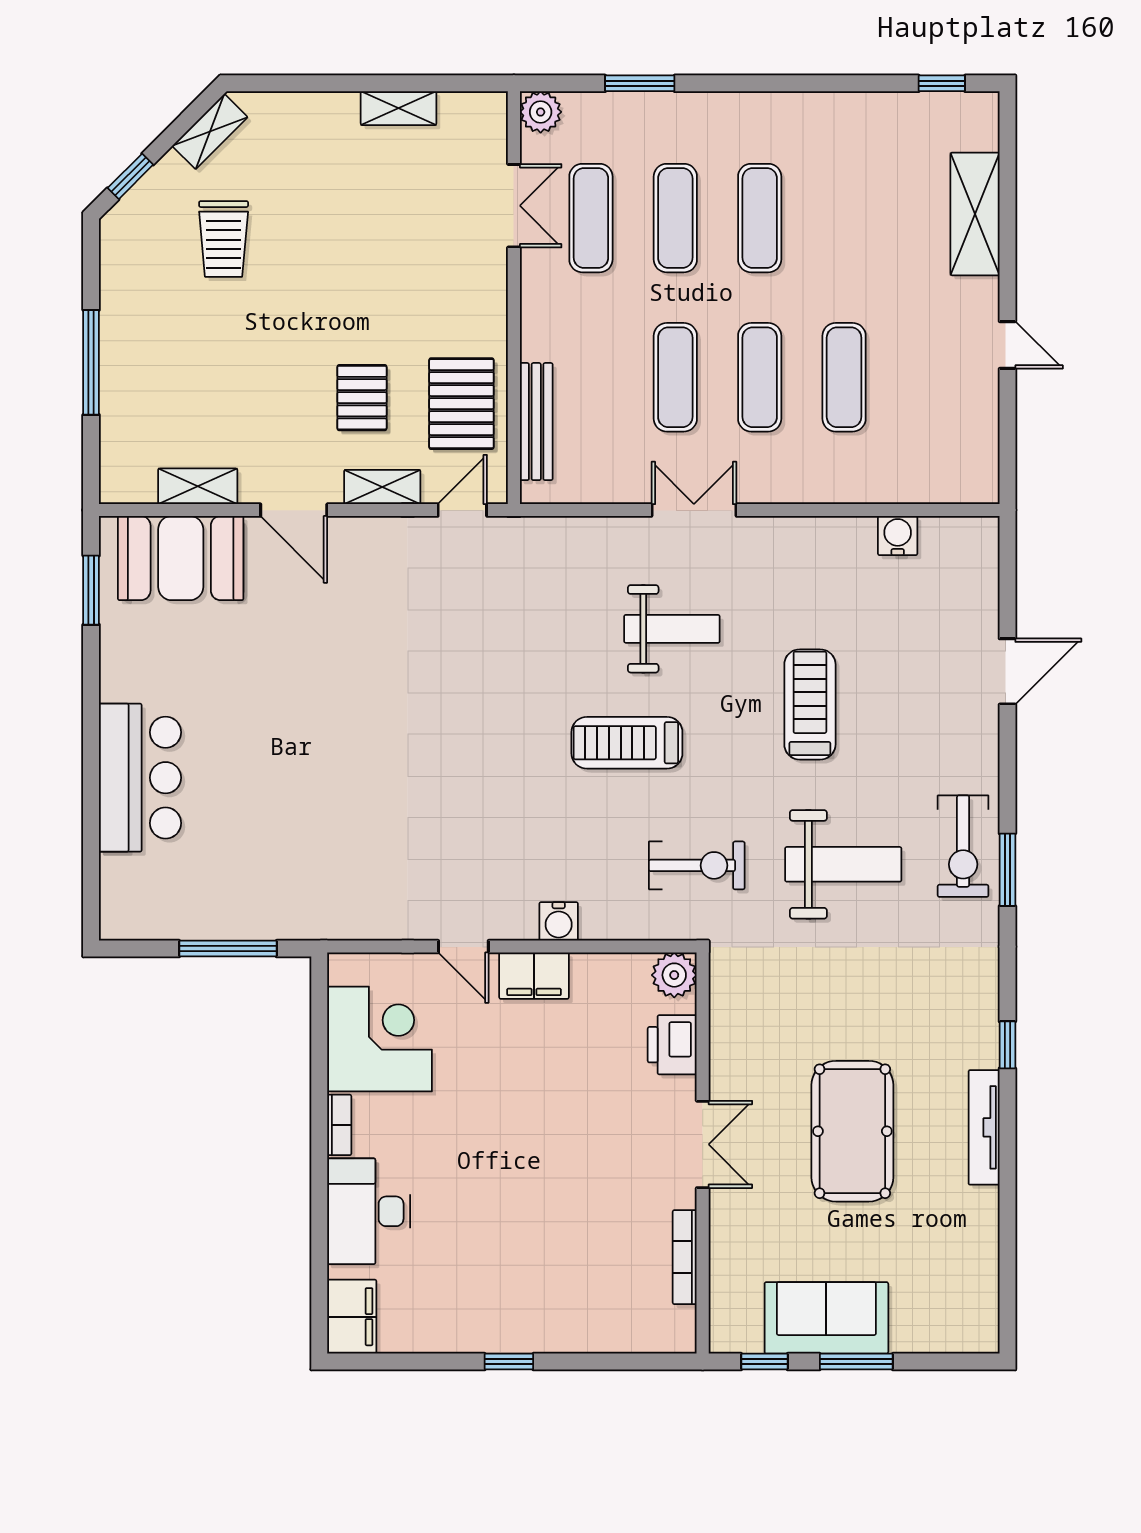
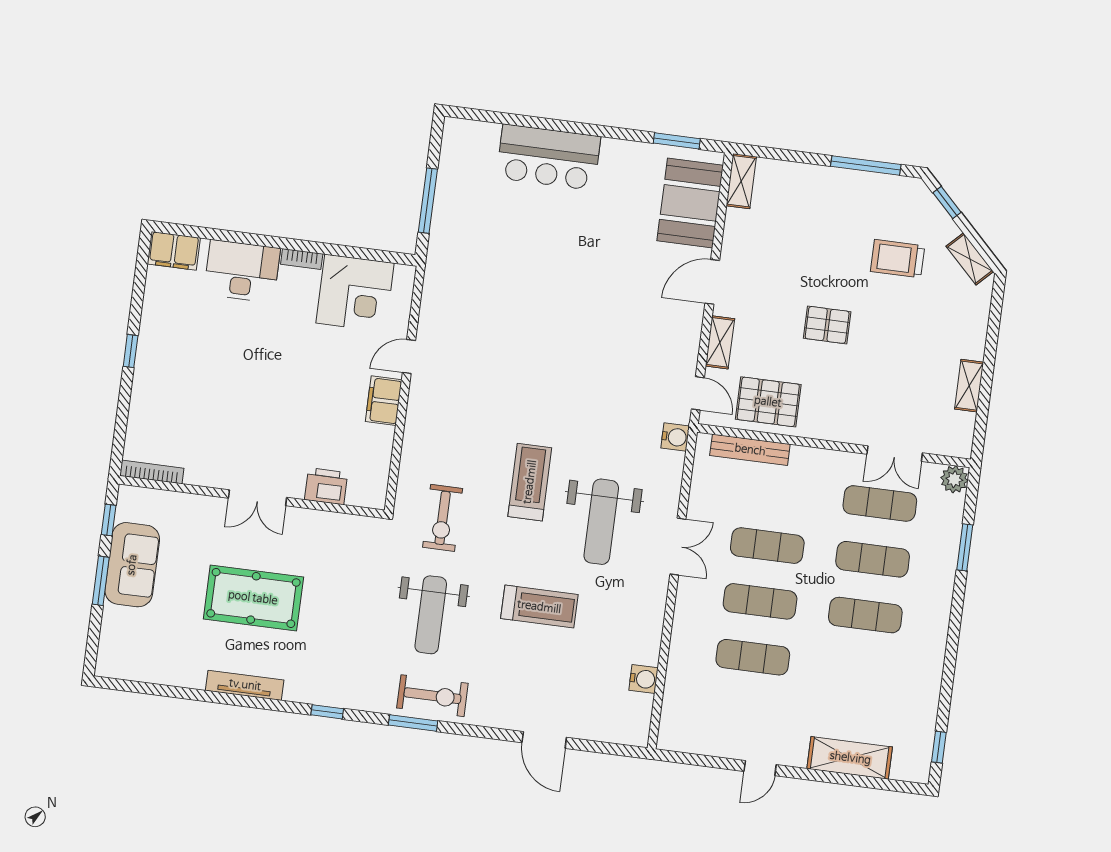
window: (91, 362) -> (866, 165), moved
pallet: (362, 398) -> (827, 325), moved
shelving: (198, 486) -> (741, 181), moved
weight bench: (672, 629) -> (601, 522), width x1.36, depth x1.33
exercise bike: (963, 846) -> (432, 696), turned 180
water cooler: (559, 921) -> (675, 437), moved, turned 180
plant: (674, 975) -> (372, 494), removed
window: (1007, 1045) -> (327, 712), moved
bookcase: (685, 1257) -> (152, 472), moved

